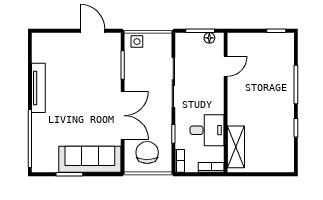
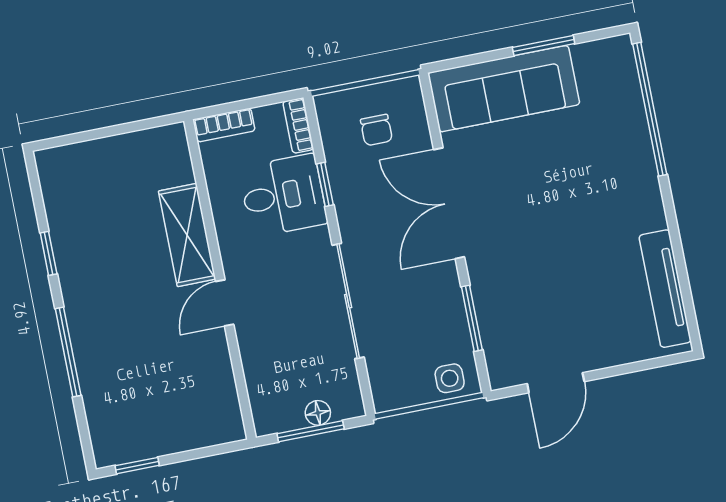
door: (93, 31) -> (556, 383), hinge flipped
floor lamp: (209, 38) -> (318, 413), moved
door: (226, 66) -> (225, 303), moved
tv unit: (38, 88) -> (665, 289), moved
desk: (207, 130) -> (283, 195), moved, turned 180
shelving: (236, 147) -> (187, 235), moved
chair: (147, 153) -> (376, 130), width x0.54, depth x0.54

